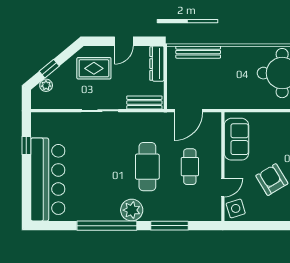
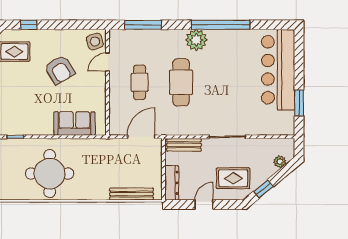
window: (49, 69) -> (264, 189), moved
sofa: (236, 139) -> (74, 123), moved, turned 90
window: (26, 145) -> (299, 103), width x1.50
window: (170, 226) -> (143, 25), moved

